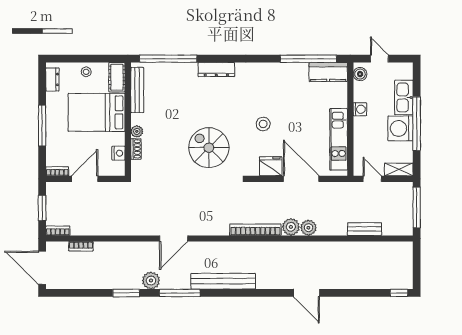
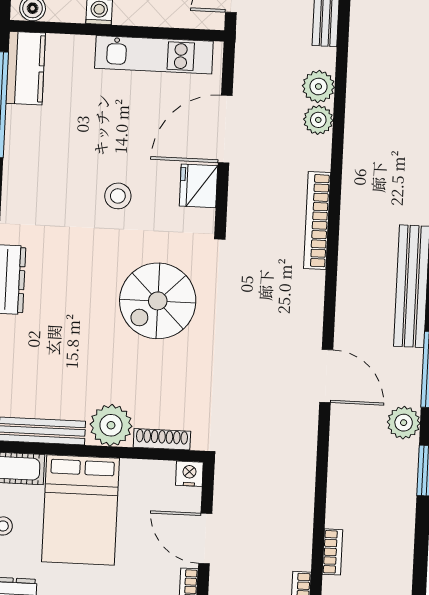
plant: (137, 131) -> (111, 425), width x1.88, depth x1.88
shoe rack: (136, 149) -> (162, 439), width x1.43
nightstand: (118, 153) -> (189, 474), moved
plant: (291, 227) -> (318, 86), moved

